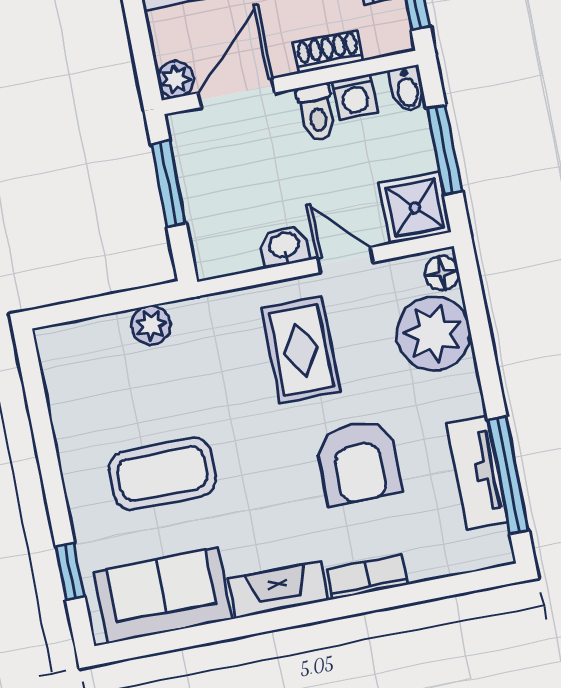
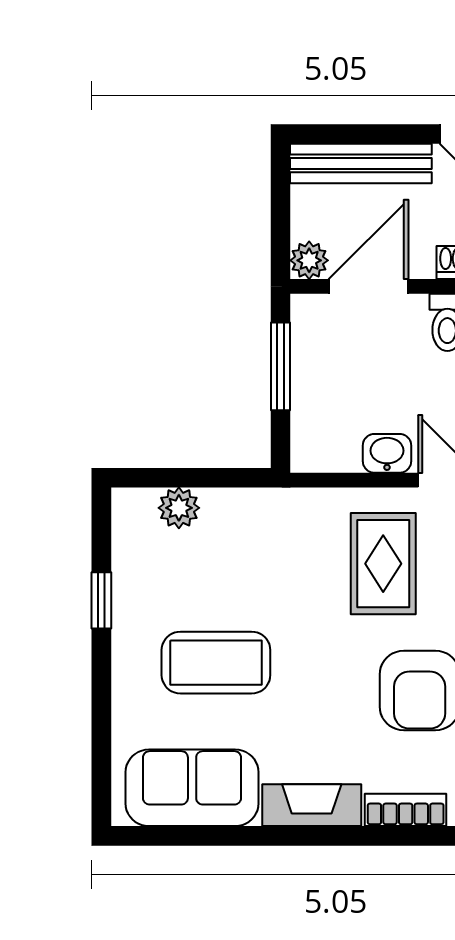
plant: (151, 325) -> (179, 508), moved
window: (70, 572) -> (101, 600), moved

